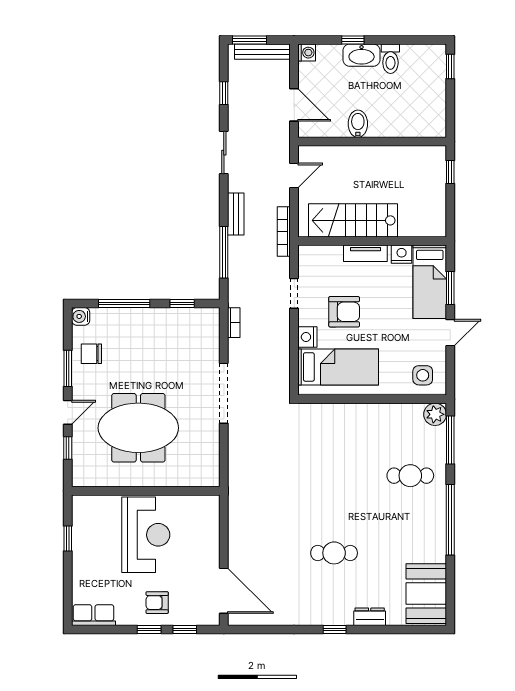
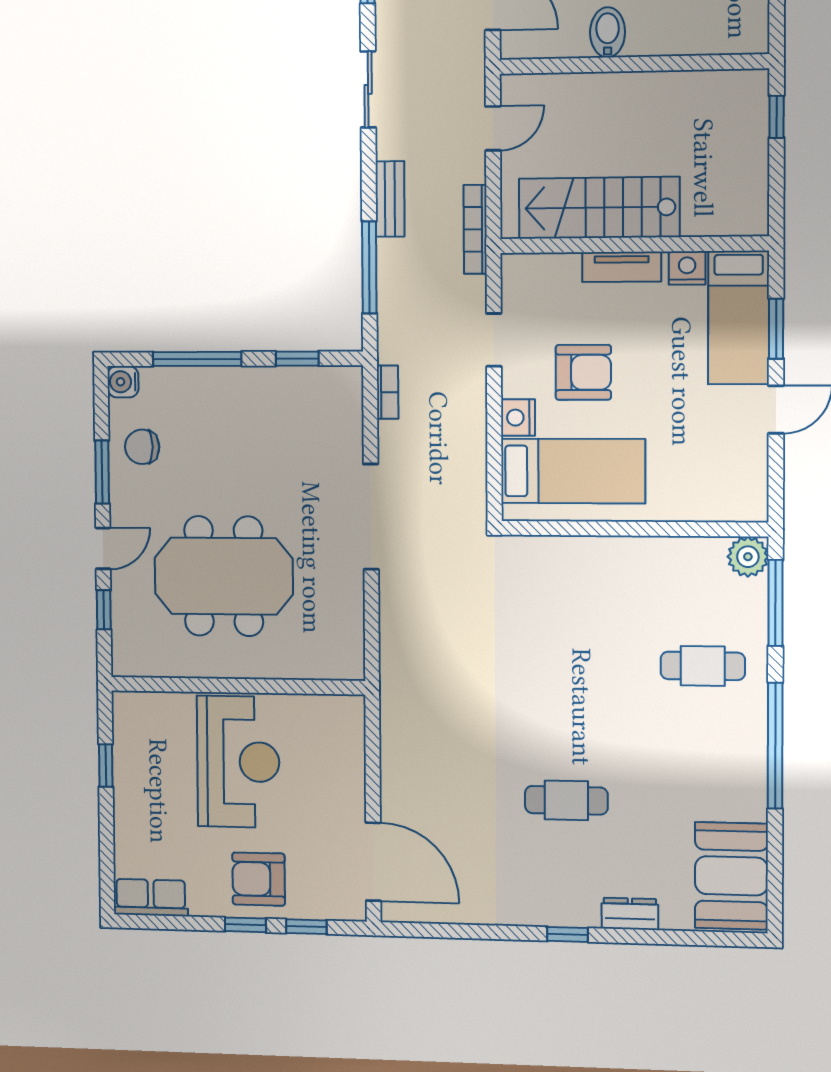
side table: (423, 375) -> (725, 486), removed
armchair: (157, 603) -> (259, 879), width x1.38, depth x1.38

